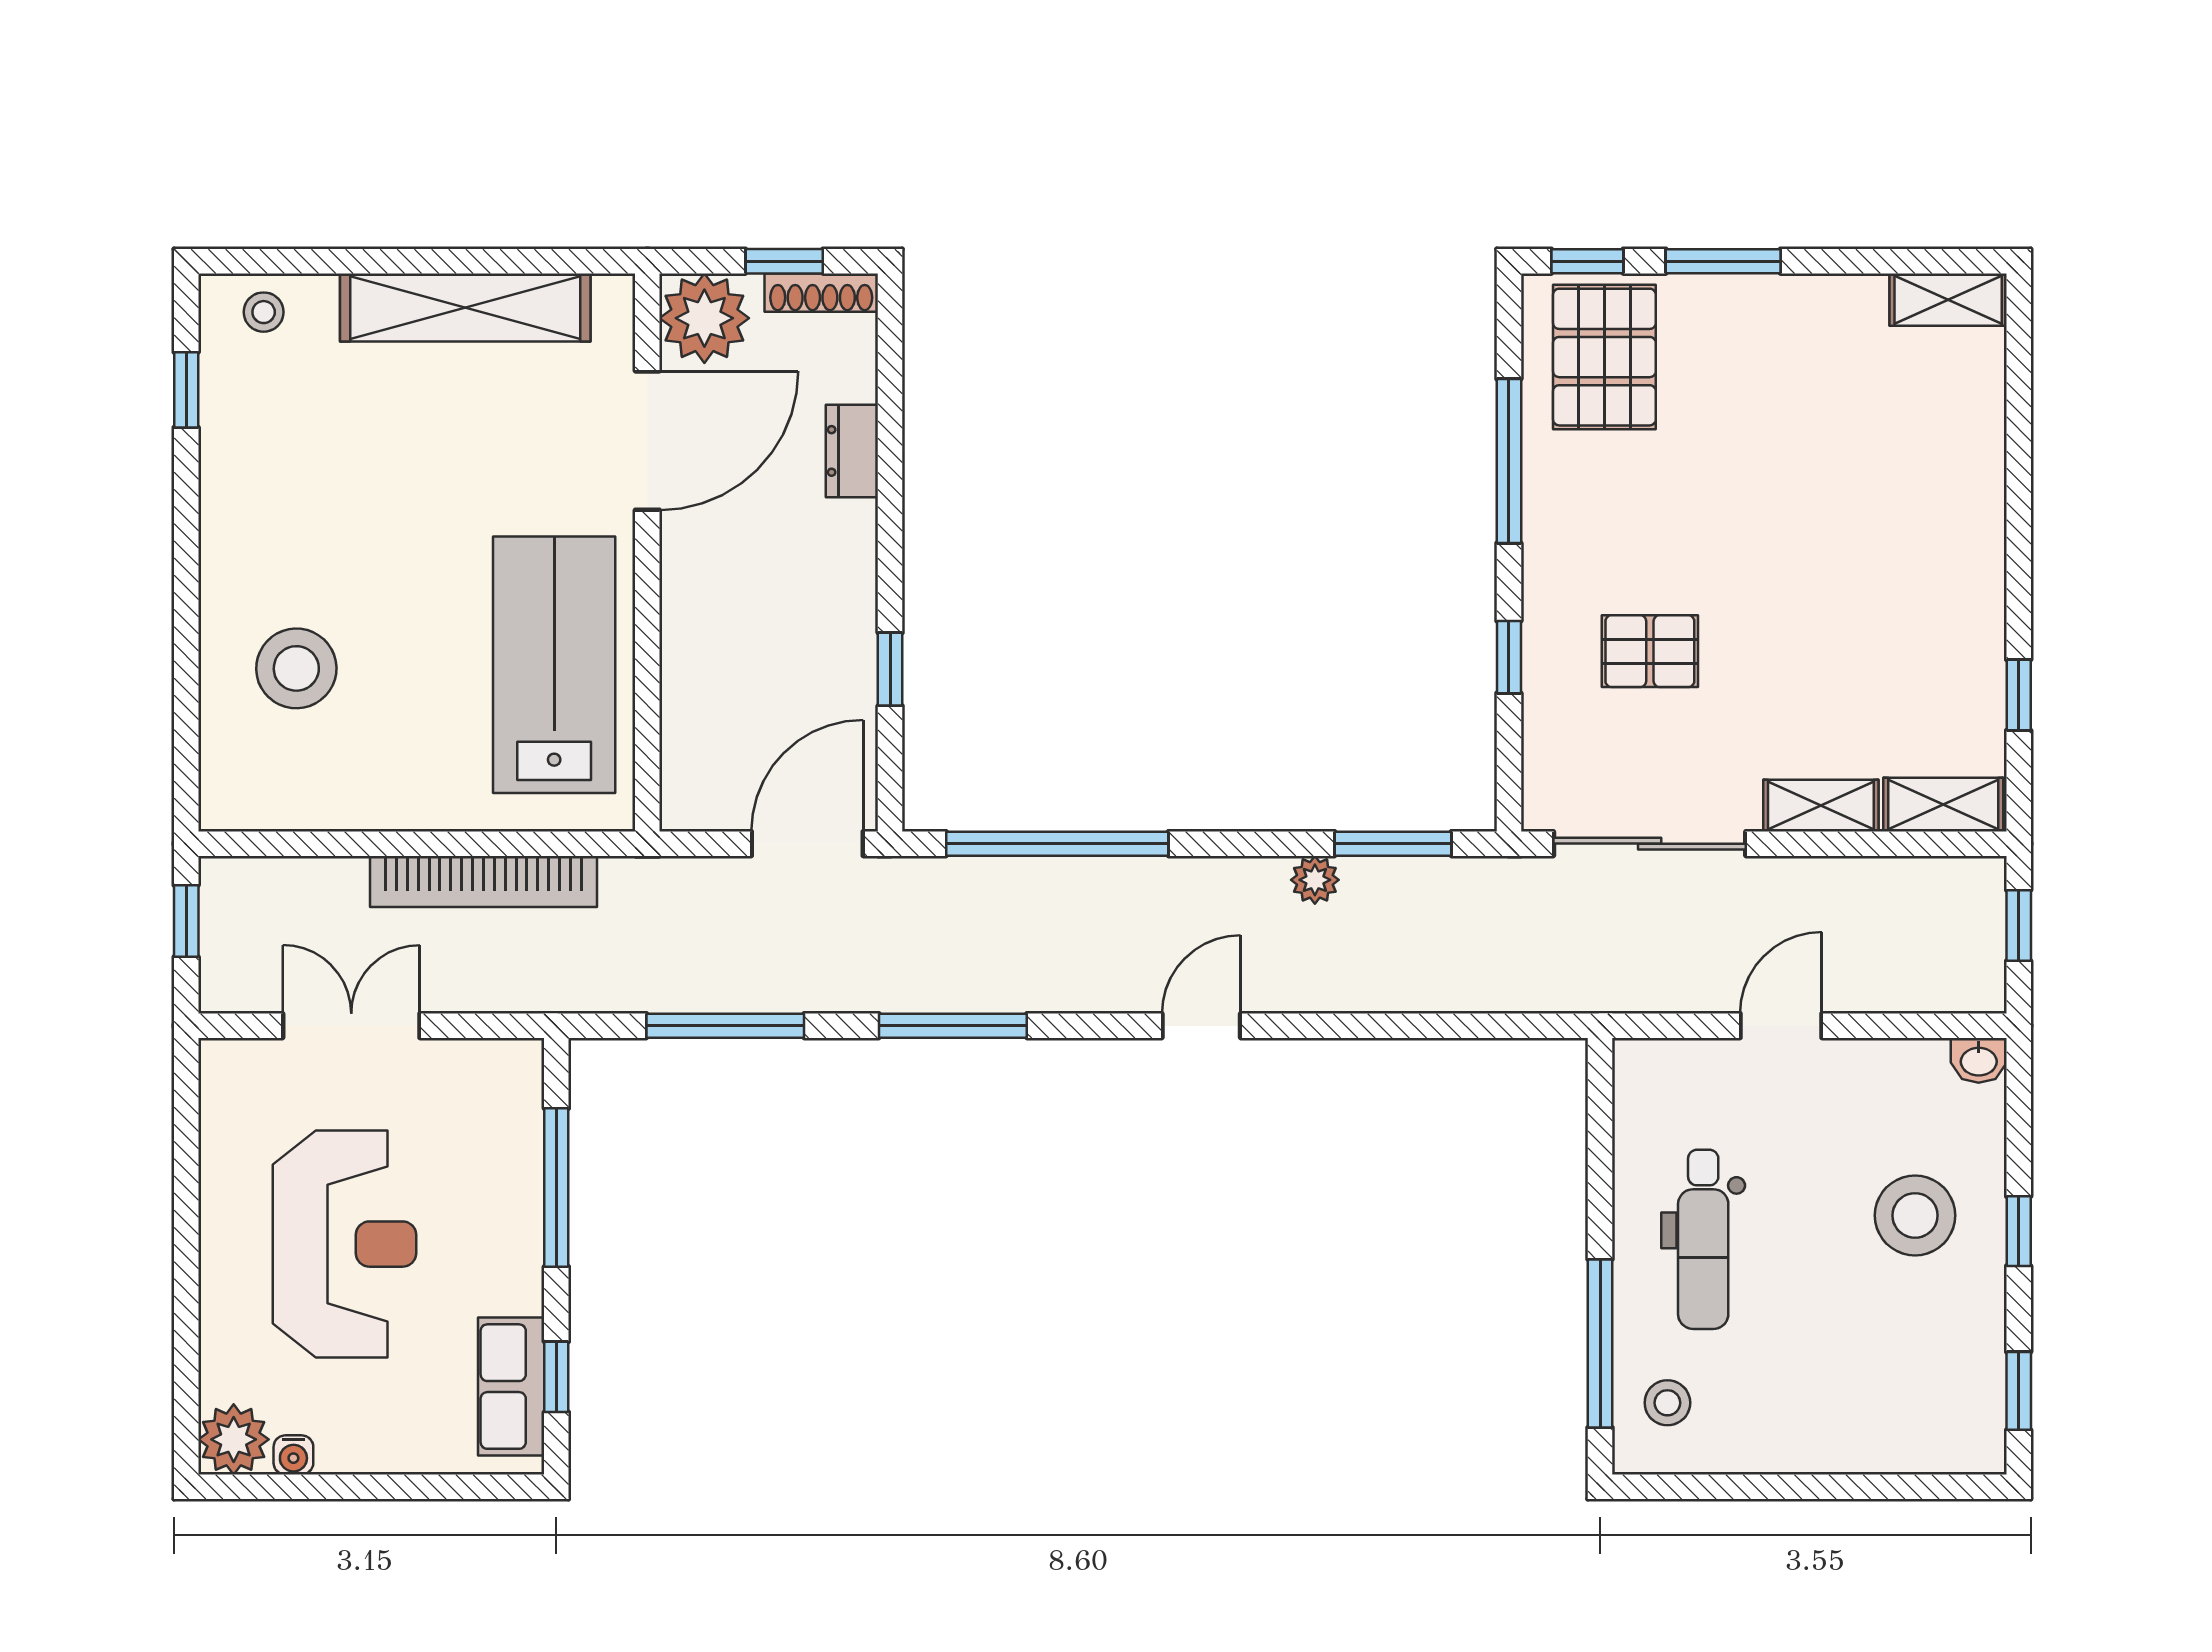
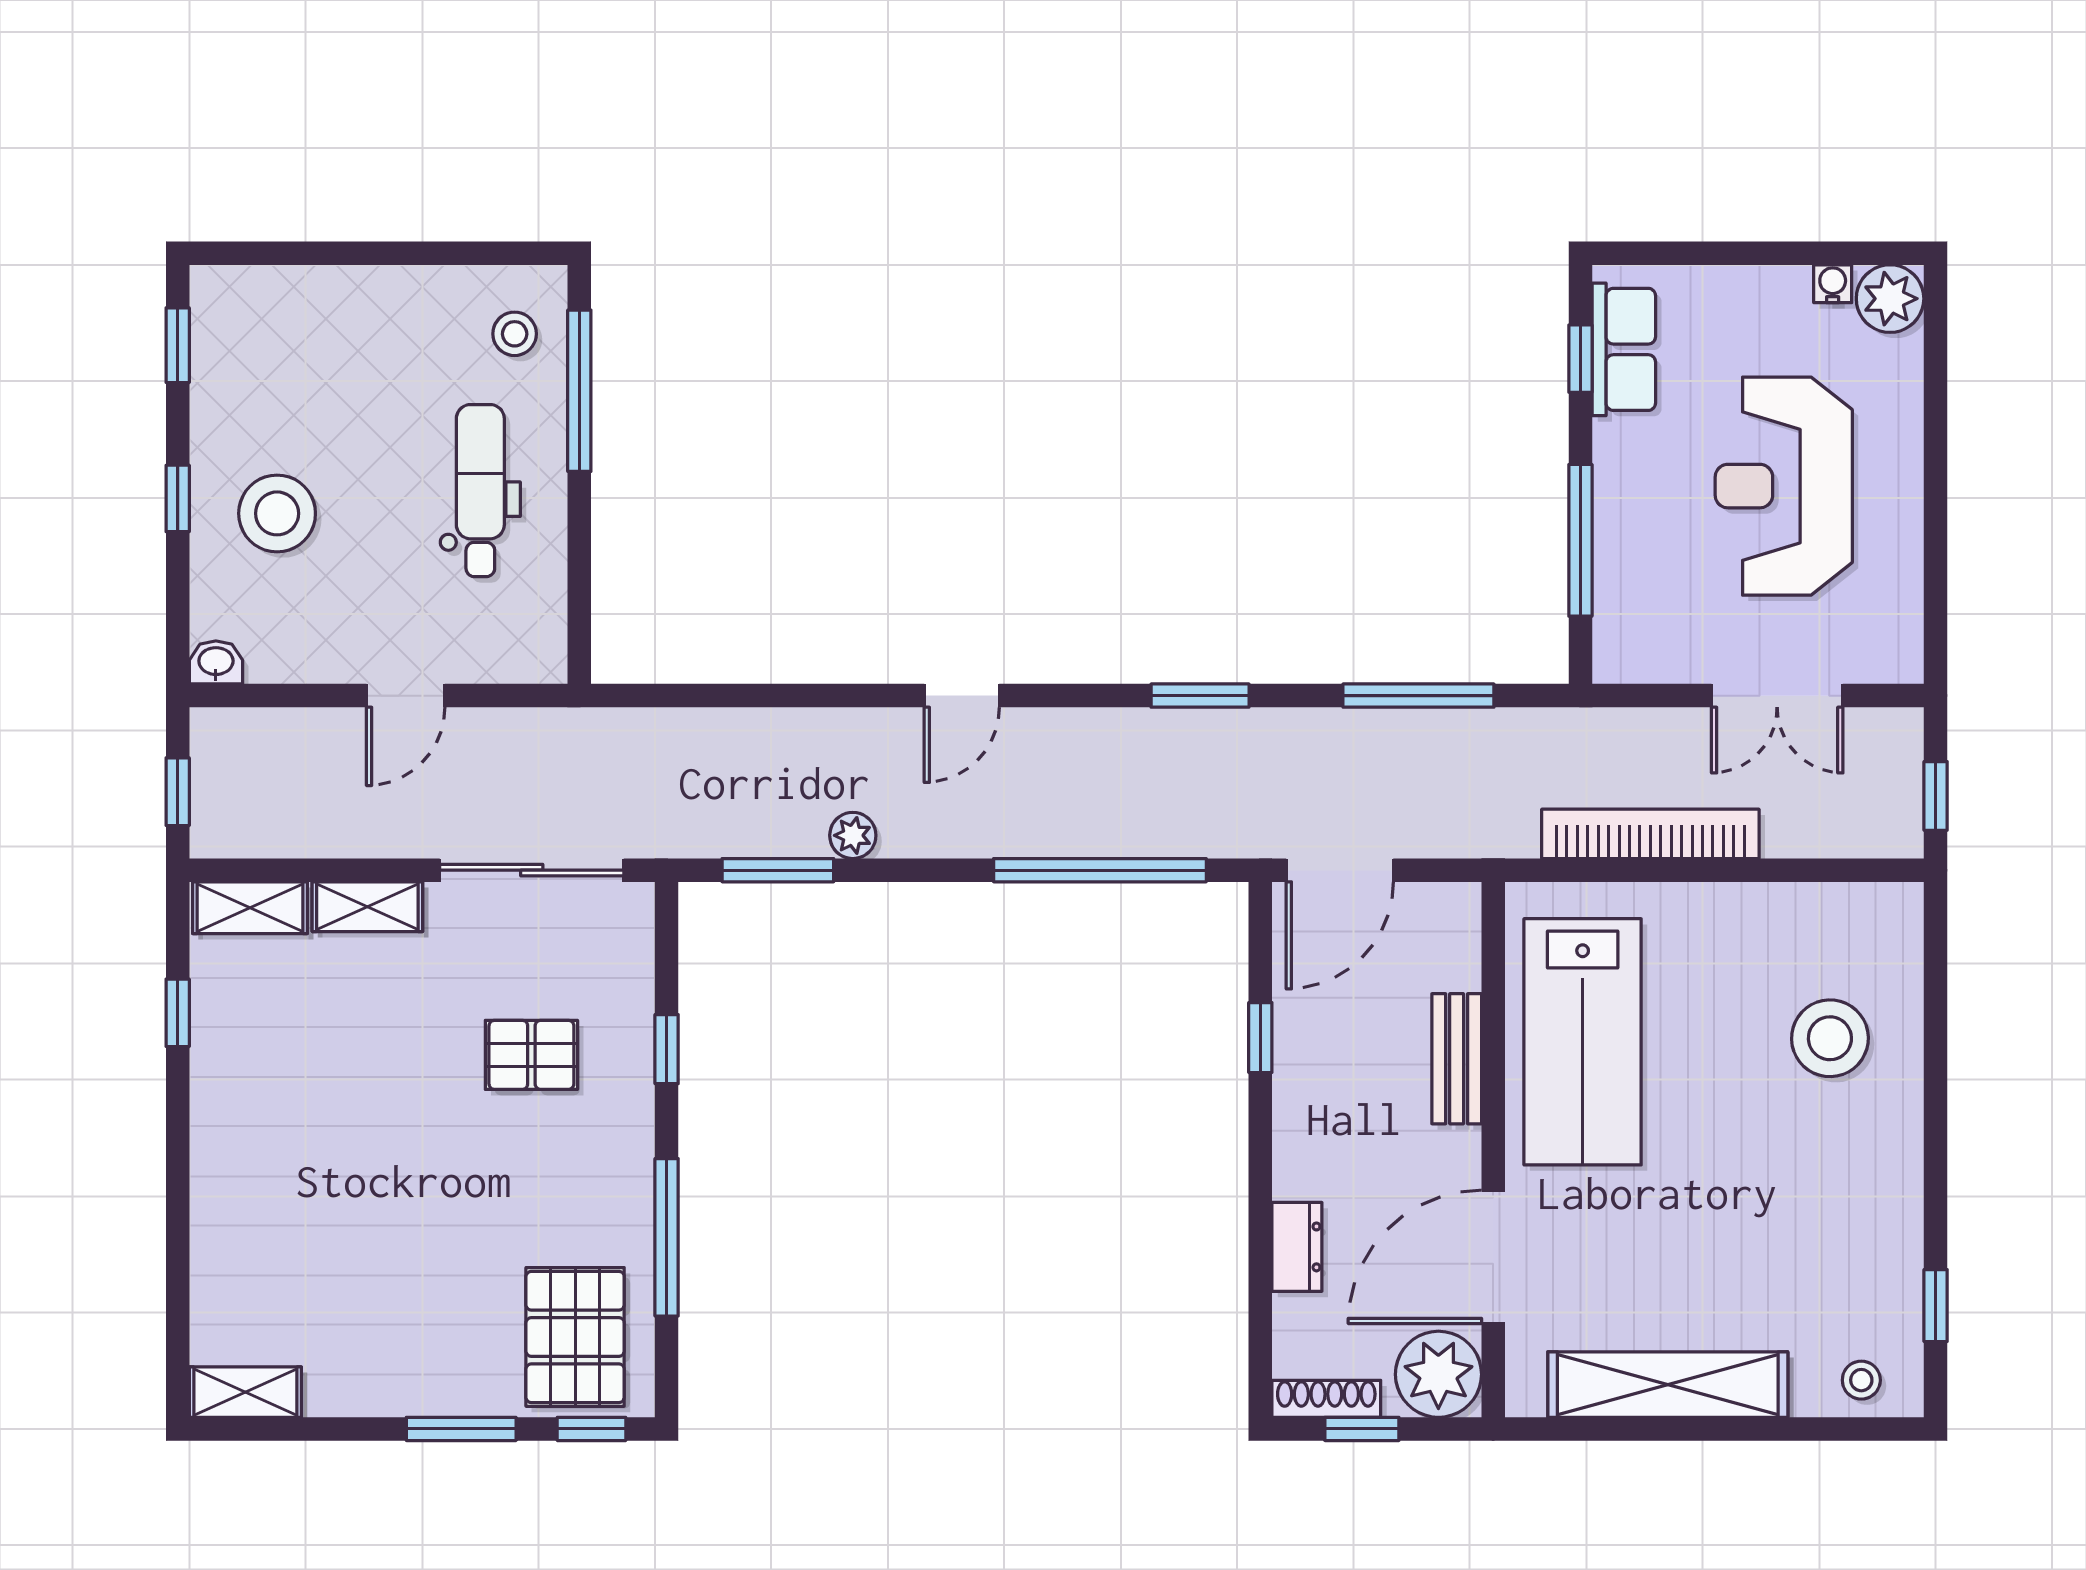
bench: (685, 647) -> (1457, 1059), added
window: (953, 1026) -> (1200, 696), width x0.69

